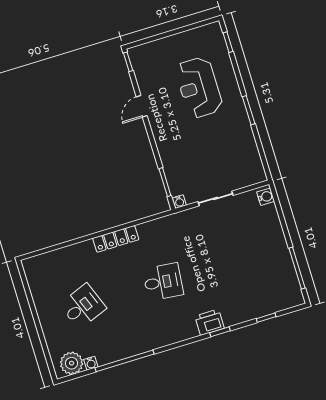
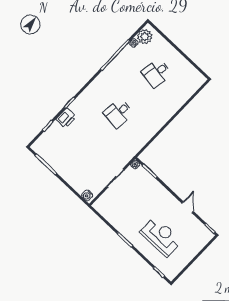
locker: (116, 239) -> (160, 123), removed
desk: (83, 306) -> (157, 73), turned 30
printer: (210, 322) -> (66, 118), moved

